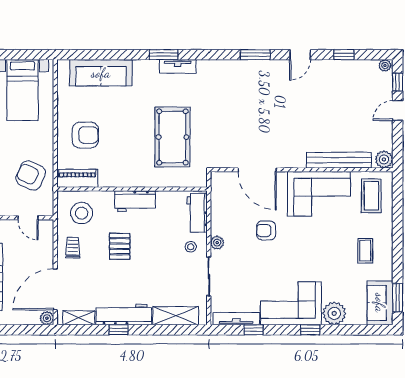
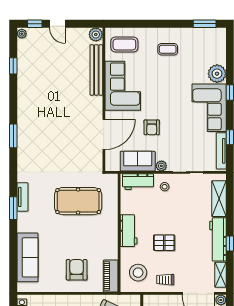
door: (300, 55) -> (13, 101), removed
sofa: (380, 303) -> (138, 161), moved, turned 180

